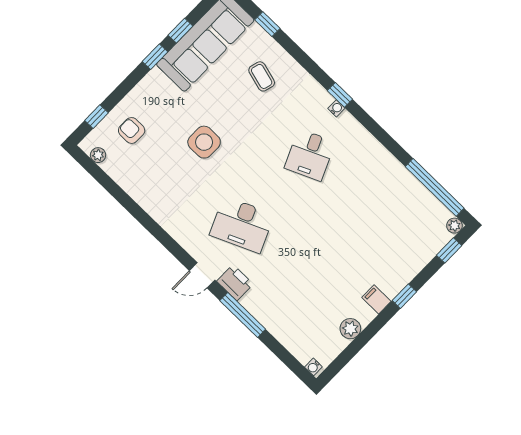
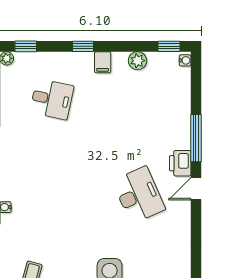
desk: (310, 155) -> (52, 99), moved, turned 36
door: (202, 275) -> (196, 189), swing flipped
window: (337, 365) -> (169, 46), added

